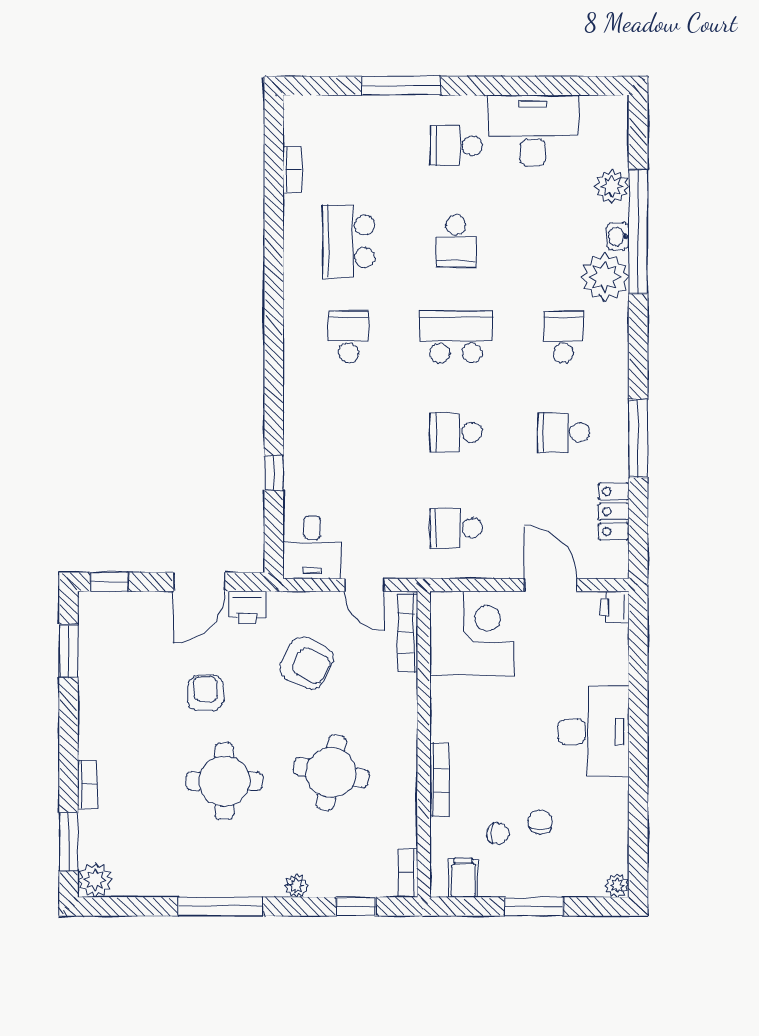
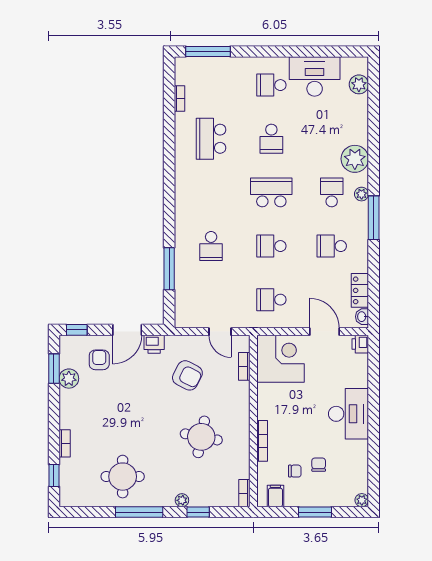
window: (401, 86) -> (208, 51), moved
plant: (612, 186) -> (359, 84), moved
window: (638, 232) -> (374, 133), removed
washbasin: (618, 236) -> (362, 317), moved
school desk: (348, 337) -> (211, 246), moved, turned 180
plant: (617, 340) -> (362, 194), added
window: (638, 439) -> (374, 218), moved
window: (274, 473) -> (169, 269), width x2.17
desk: (312, 547) -> (191, 310), removed
bookcase: (408, 633) -> (244, 366), width x0.64
armchair: (205, 693) -> (99, 360), moved
round table: (224, 781) -> (123, 477), moved
window: (69, 841) -> (54, 476), width x0.67
plant: (95, 880) -> (69, 379), moved
window: (356, 906) -> (198, 512), moved

